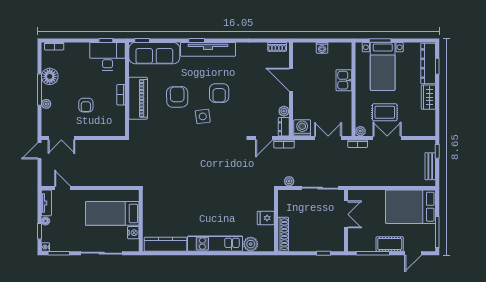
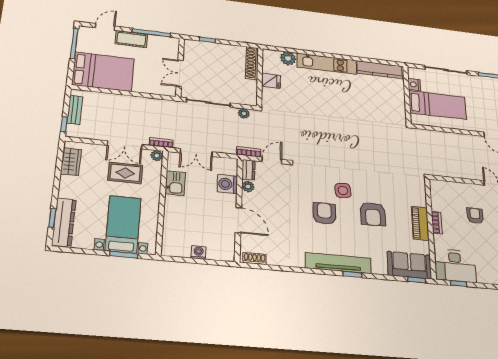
sofa: (154, 53) -> (409, 265), width x0.73
kitchen sink: (344, 80) -> (175, 183), moved
wardrobe: (428, 97) -> (71, 162), moved
piano: (138, 98) -> (420, 223), width x0.73, depth x0.75
washing machine: (302, 128) -> (227, 184), moved, turned 90

